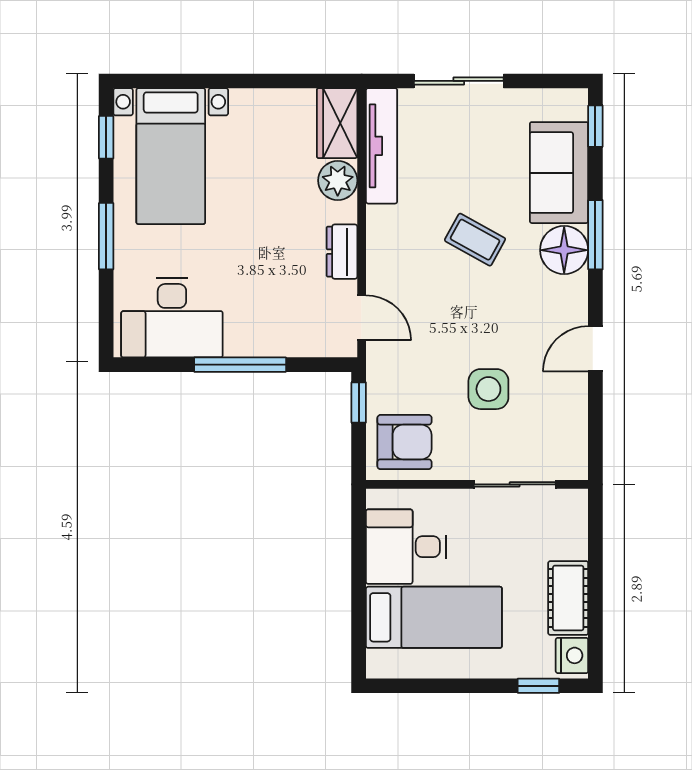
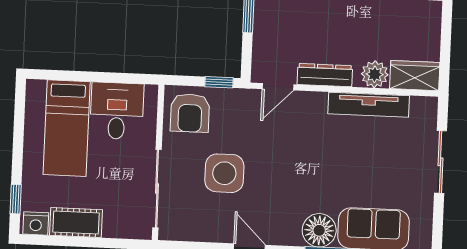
tv unit: (382, 146) -> (369, 105), moved
coffee table: (475, 240) -> (329, 168), removed
dresser: (342, 252) -> (325, 75), width x1.44
side table: (488, 389) -> (224, 173), width x1.37, depth x1.37
sliding door: (515, 484) -> (157, 189), width x1.37

